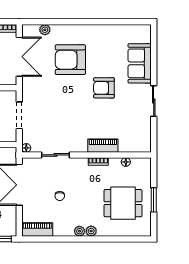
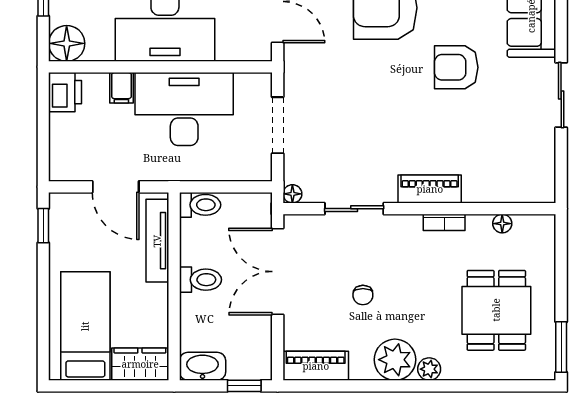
piano: (103, 146) -> (430, 189), moved
window: (154, 200) -> (561, 347), moved
dining table: (123, 203) -> (496, 310), turned 90
plant: (79, 231) -> (395, 360), width x1.88, depth x1.88

